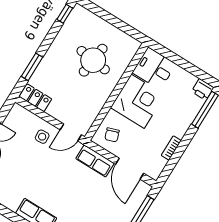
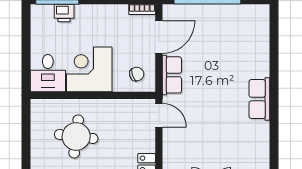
printer: (203, 89) -> (64, 13), moved, turned 90
side table: (42, 137) -> (180, 140), removed
bookcase: (171, 148) -> (142, 9), moved

